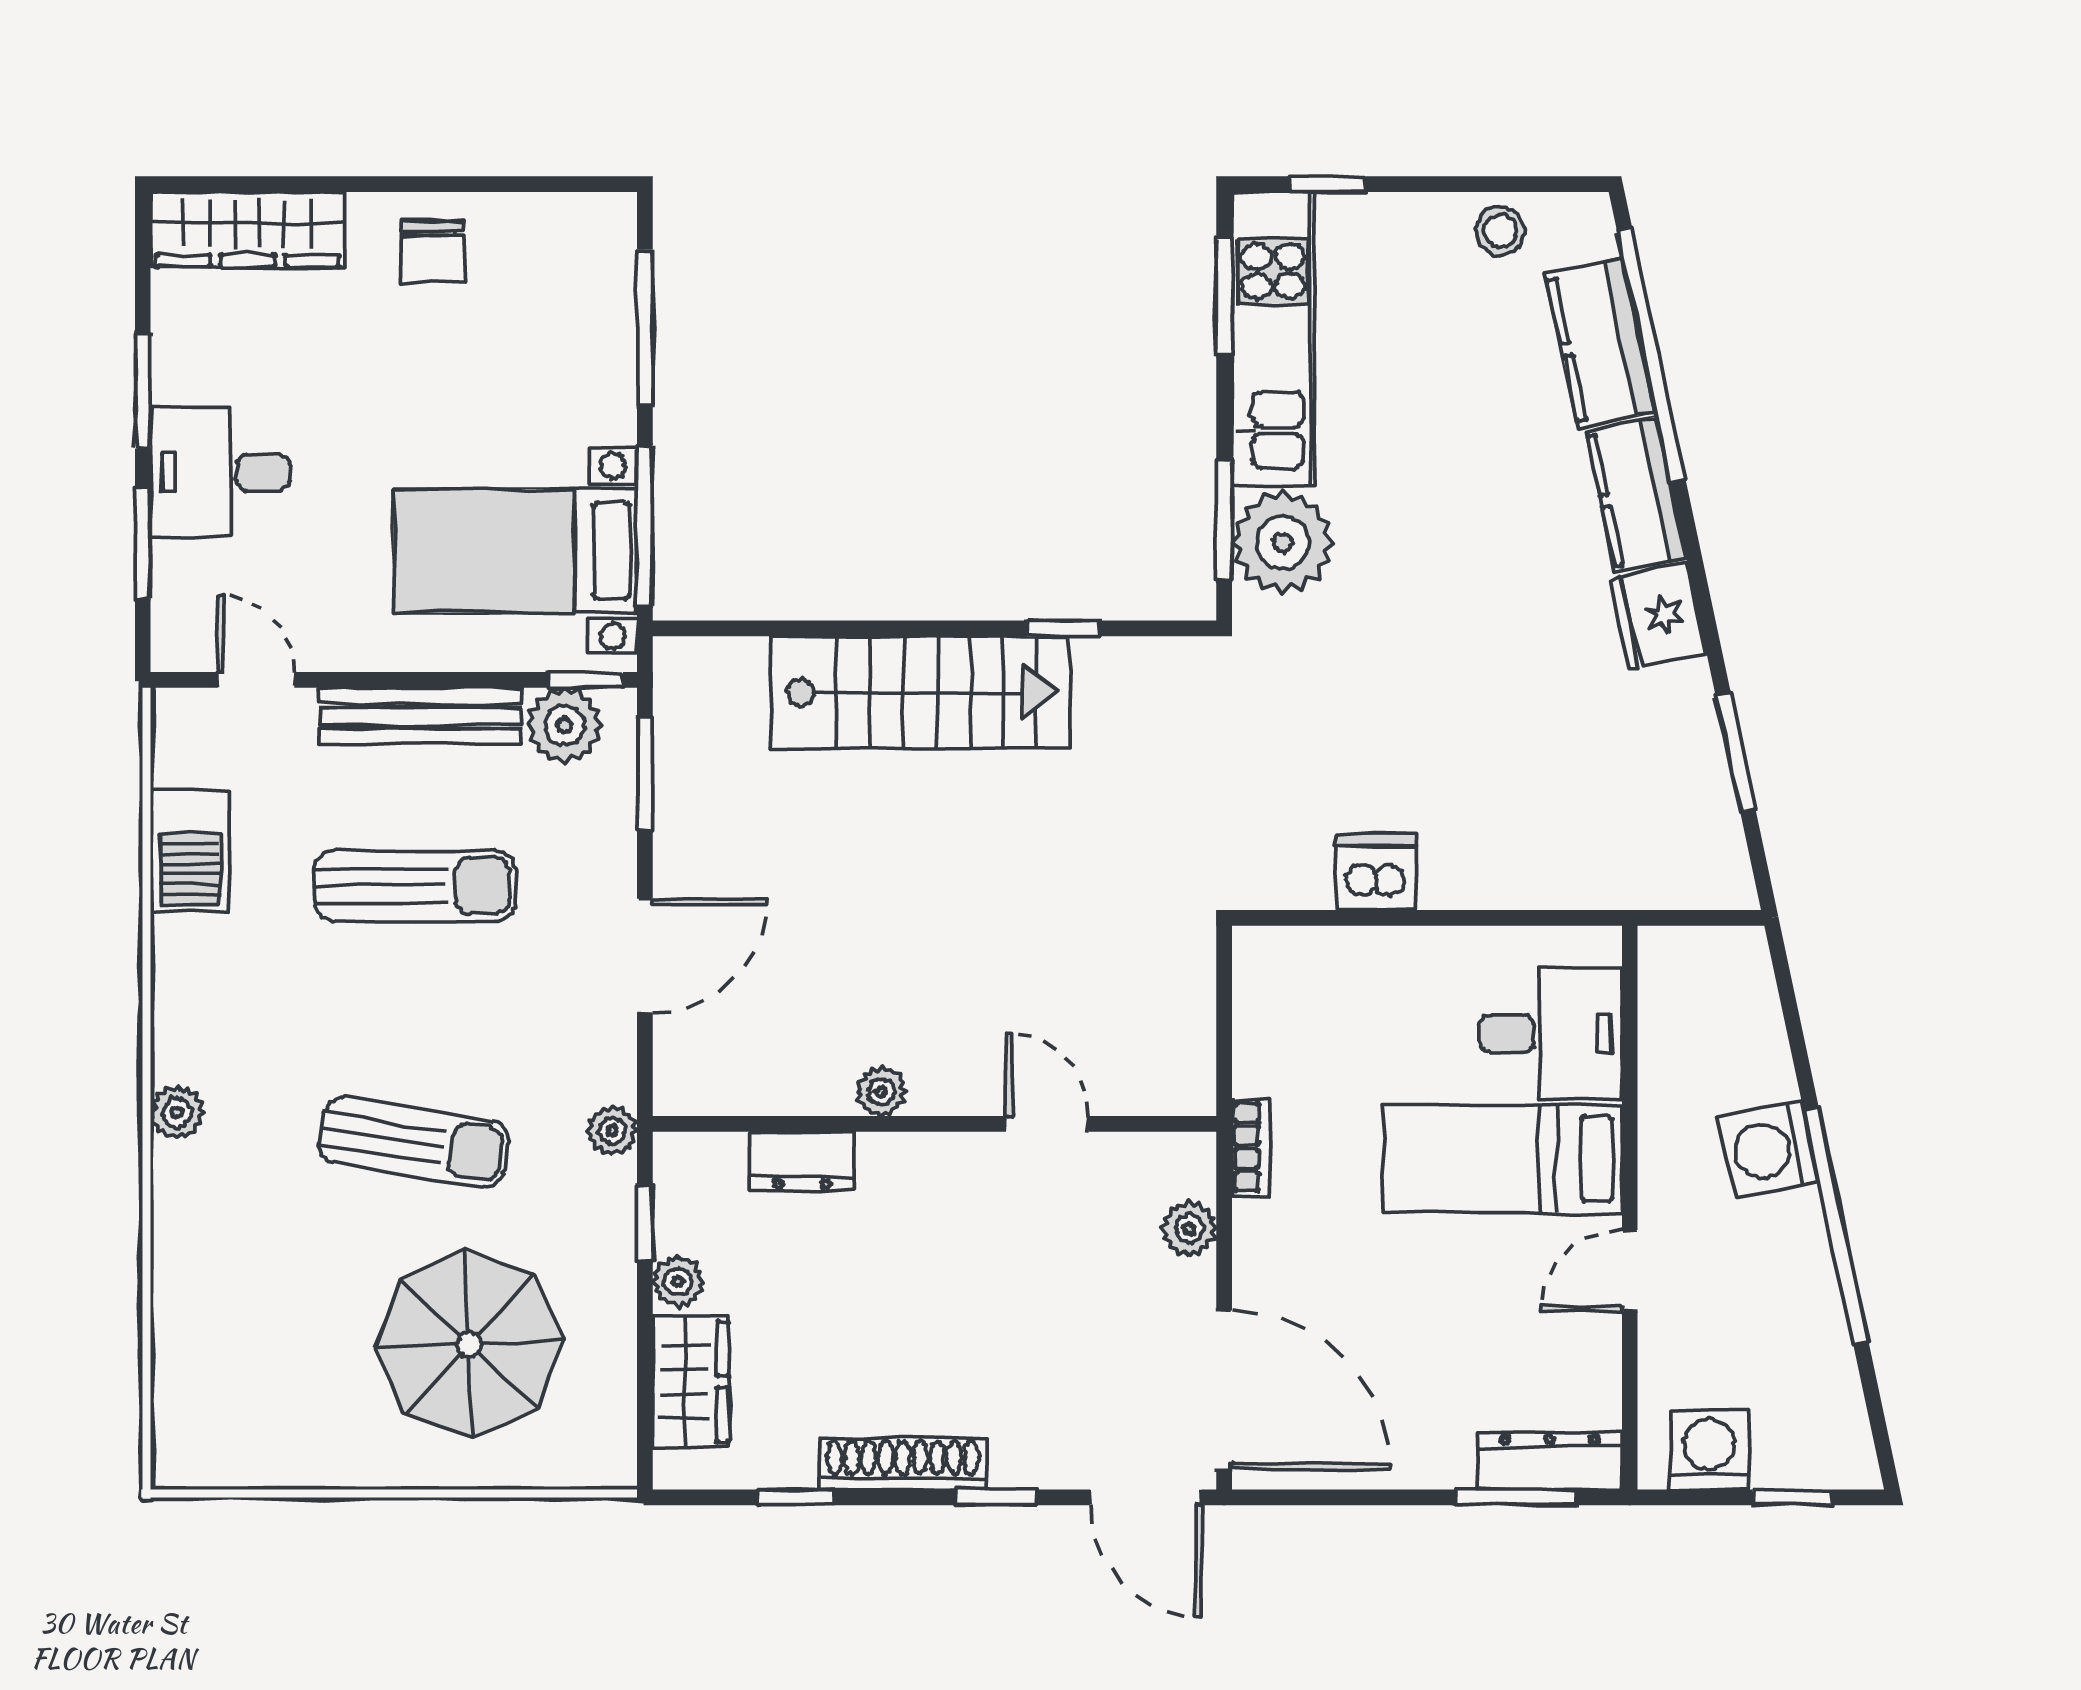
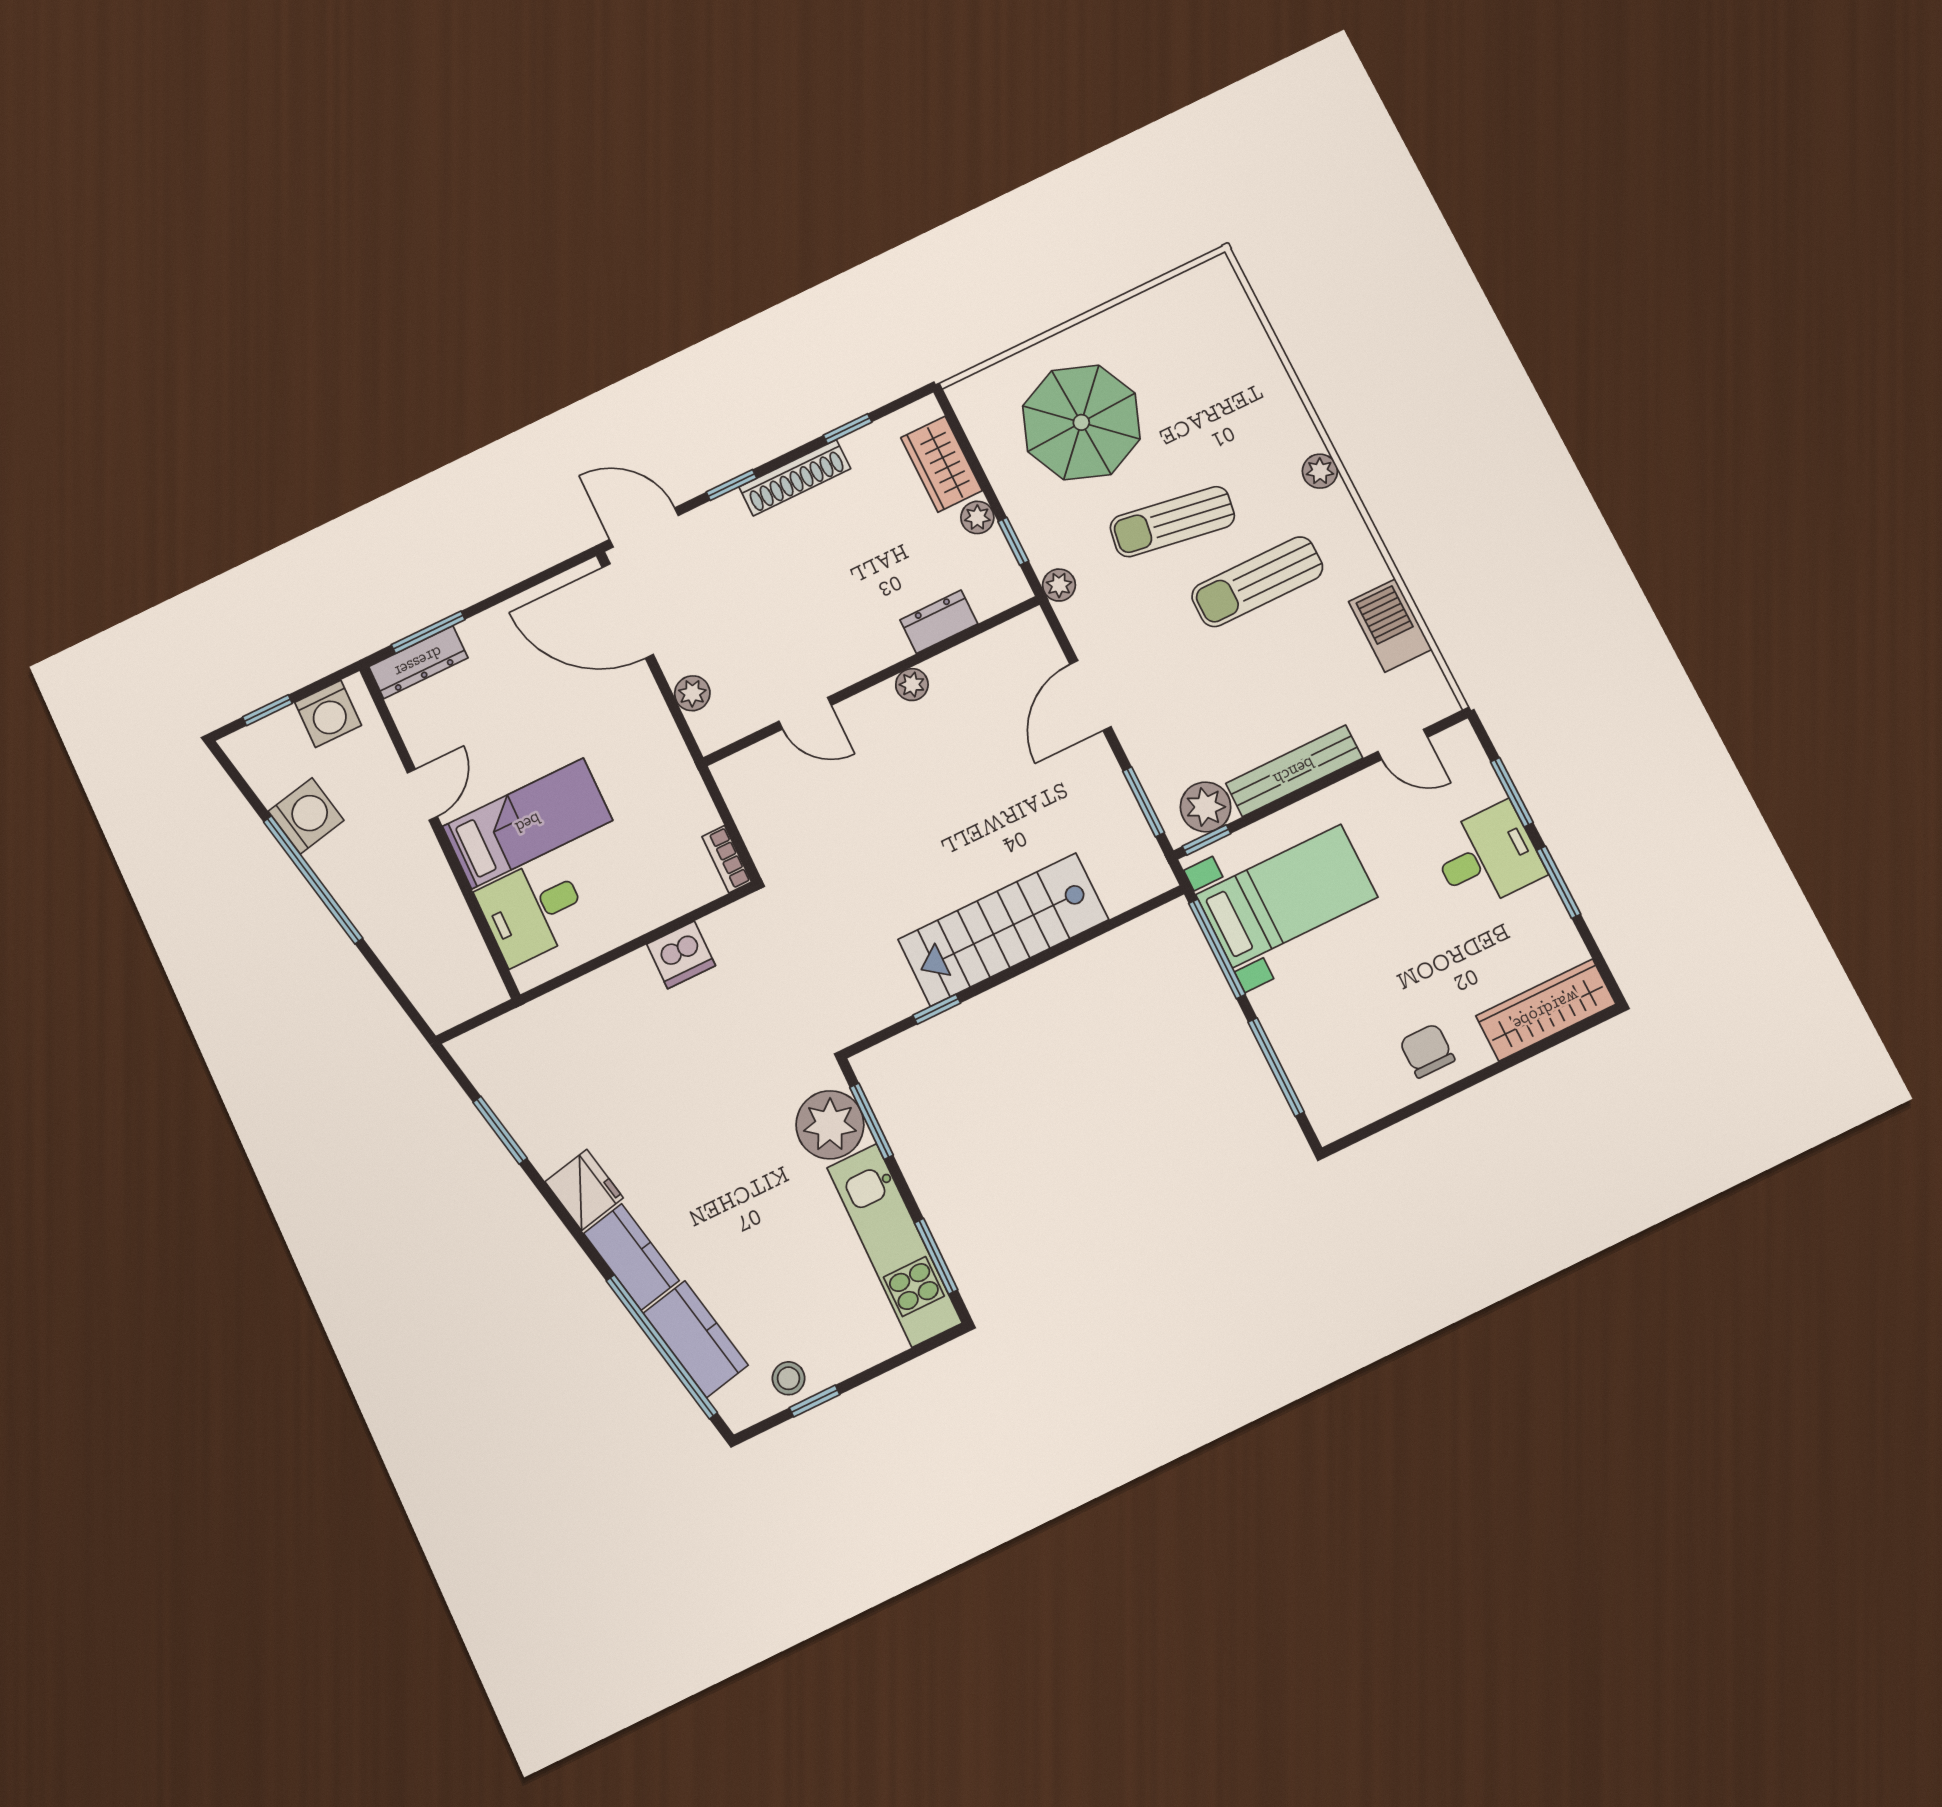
window: (1327, 184) -> (815, 1401), moved
sun lounger: (415, 885) -> (1257, 582), moved
bookcase: (1251, 1147) -> (727, 859), moved
washing machine: (1769, 1150) -> (306, 816), moved

